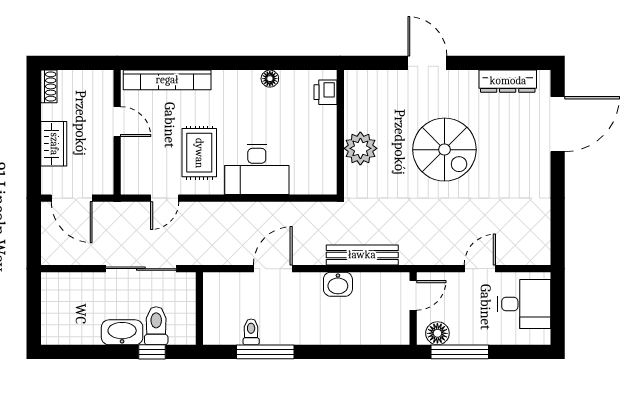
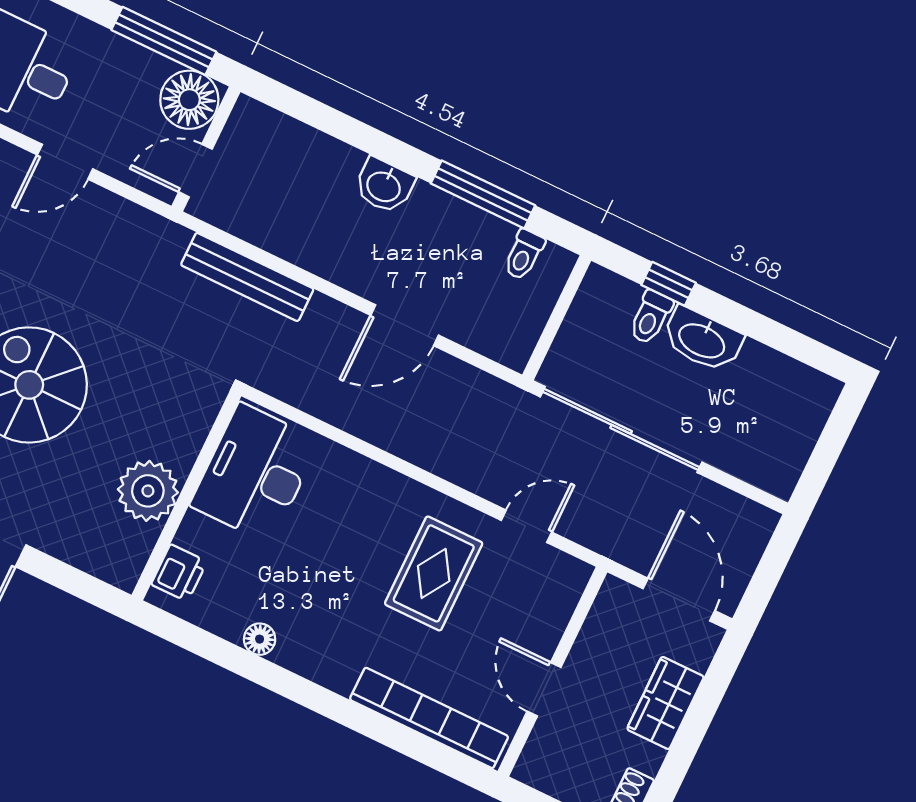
plant: (360, 148) -> (148, 491), moved
desk: (257, 169) -> (255, 473), moved, turned -90
sliding door: (141, 269) -> (621, 429), width x1.36
washbasin: (338, 284) -> (384, 186), moved, turned 180
toilet: (156, 326) -> (651, 317), width x0.73, depth x0.72
toilet: (251, 332) -> (524, 255), moved
floor lamp: (437, 333) -> (189, 100), width x1.38, depth x1.38

